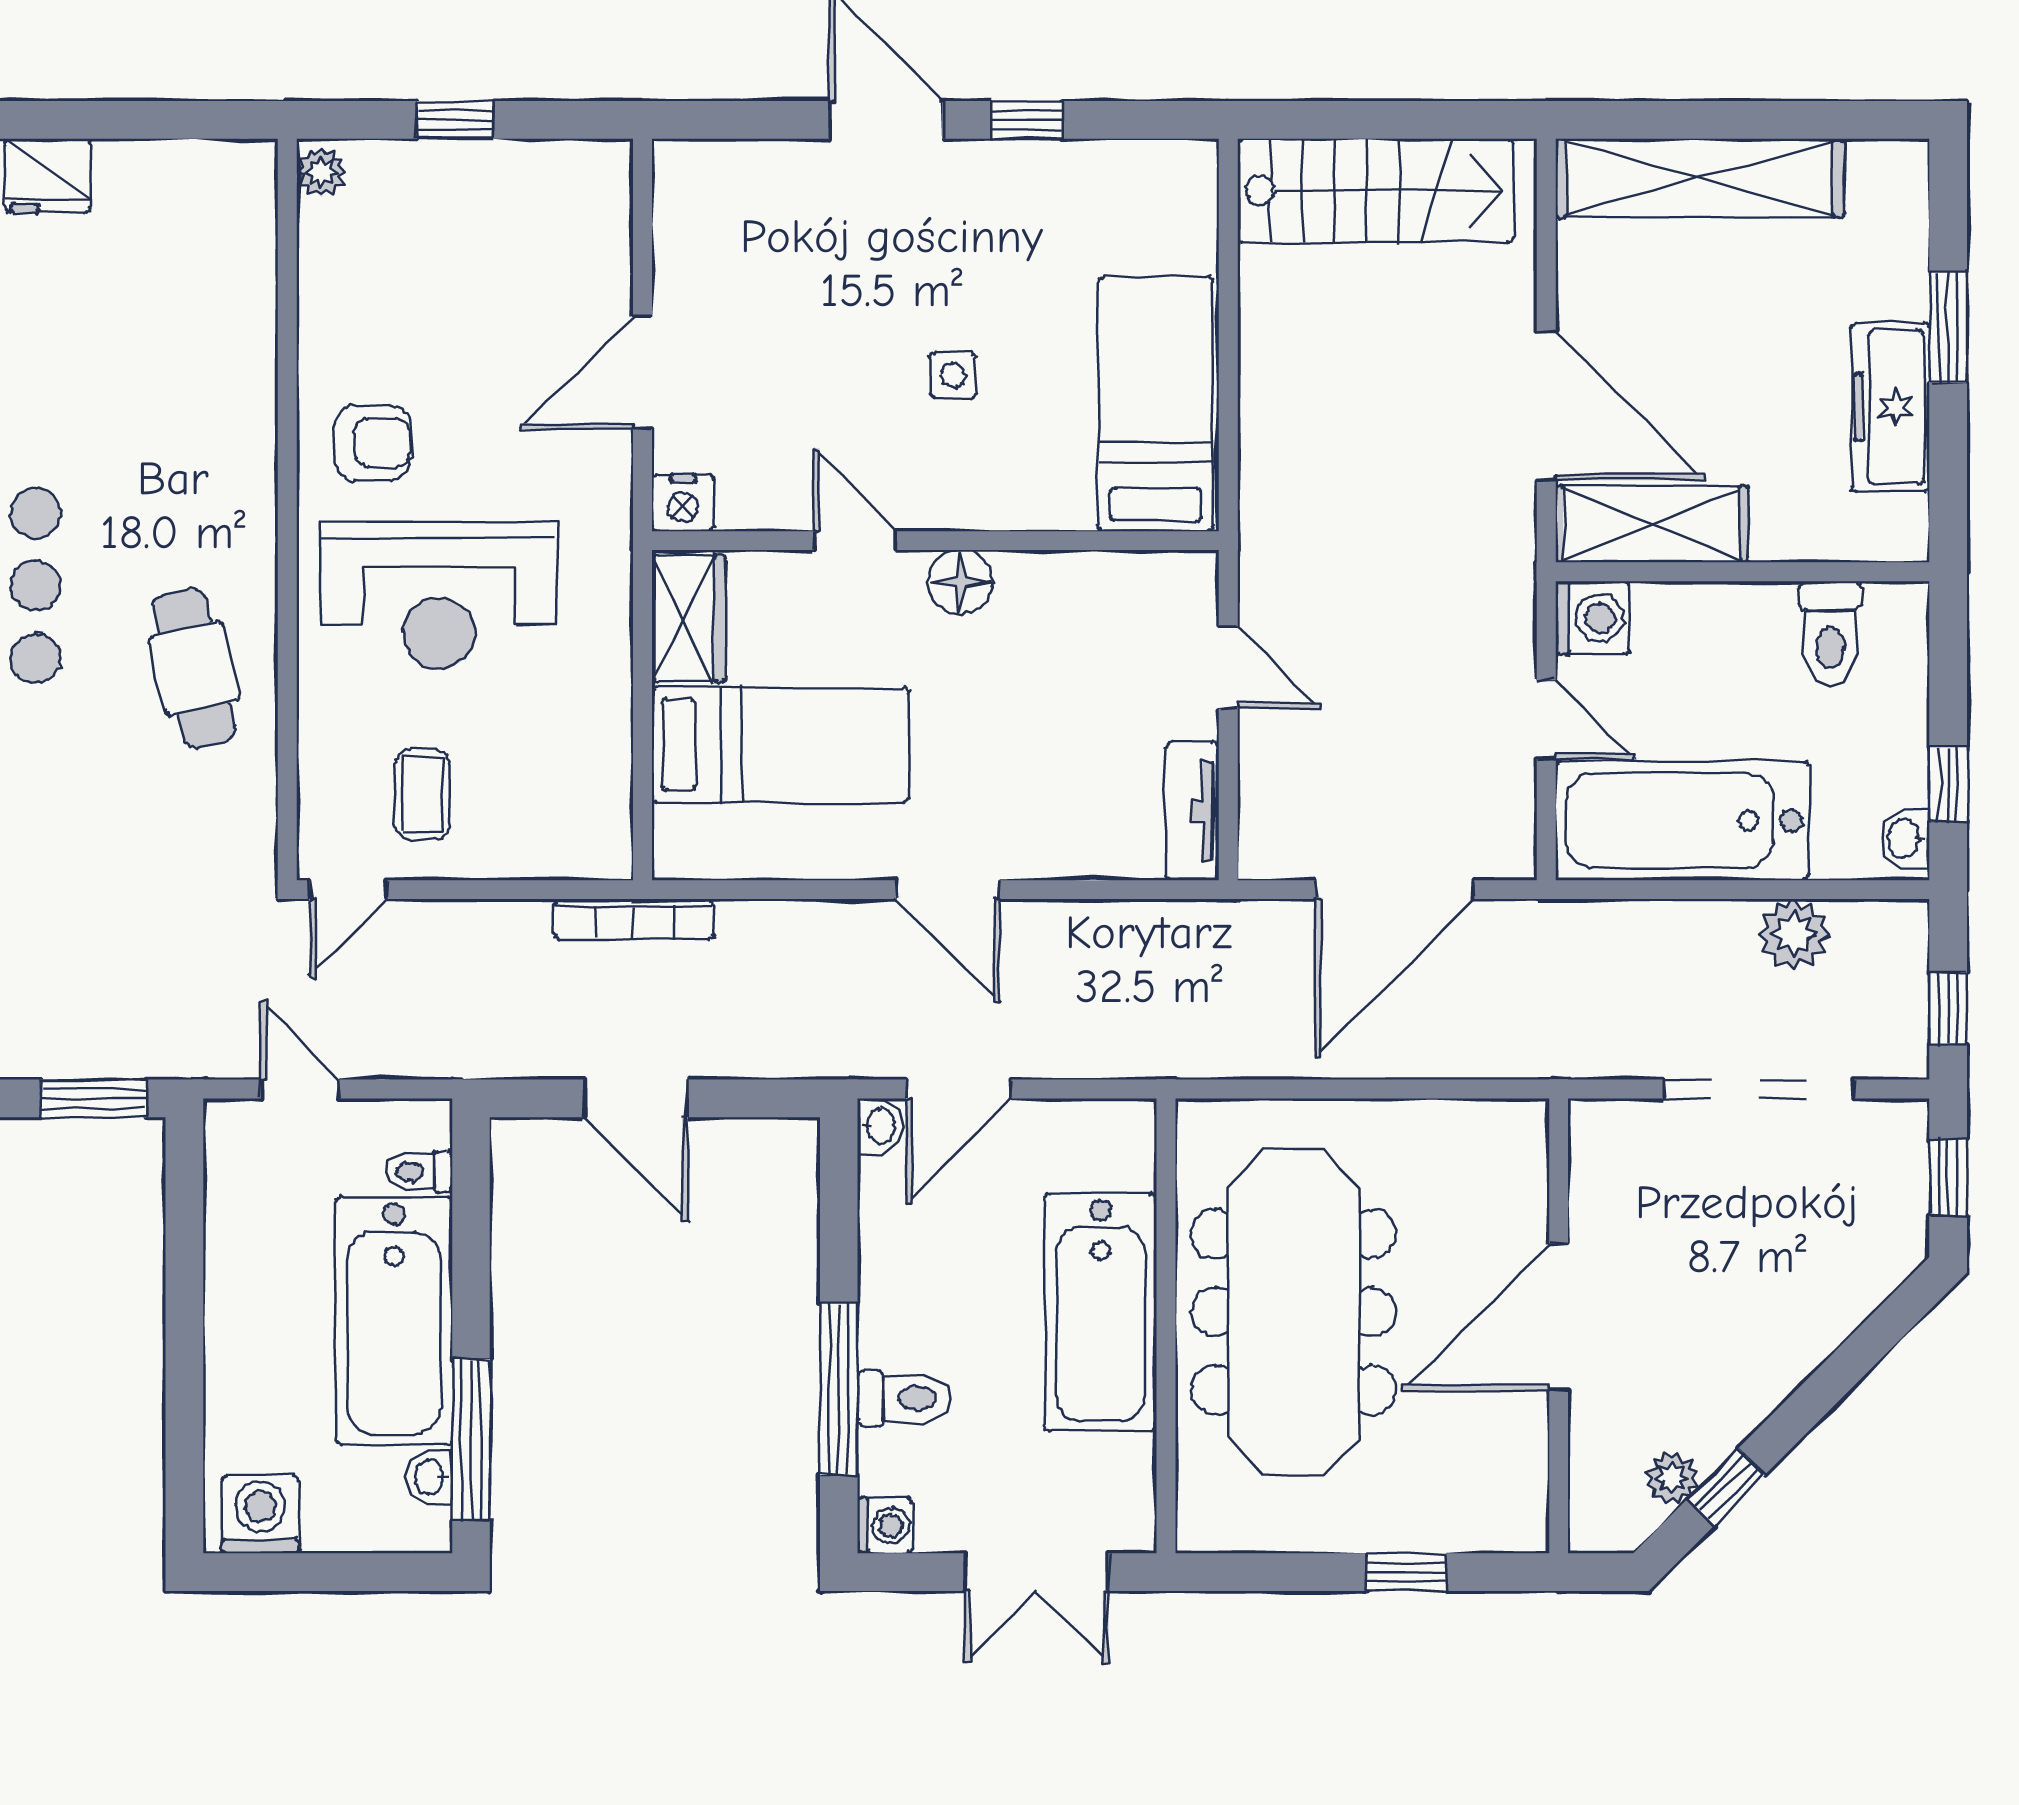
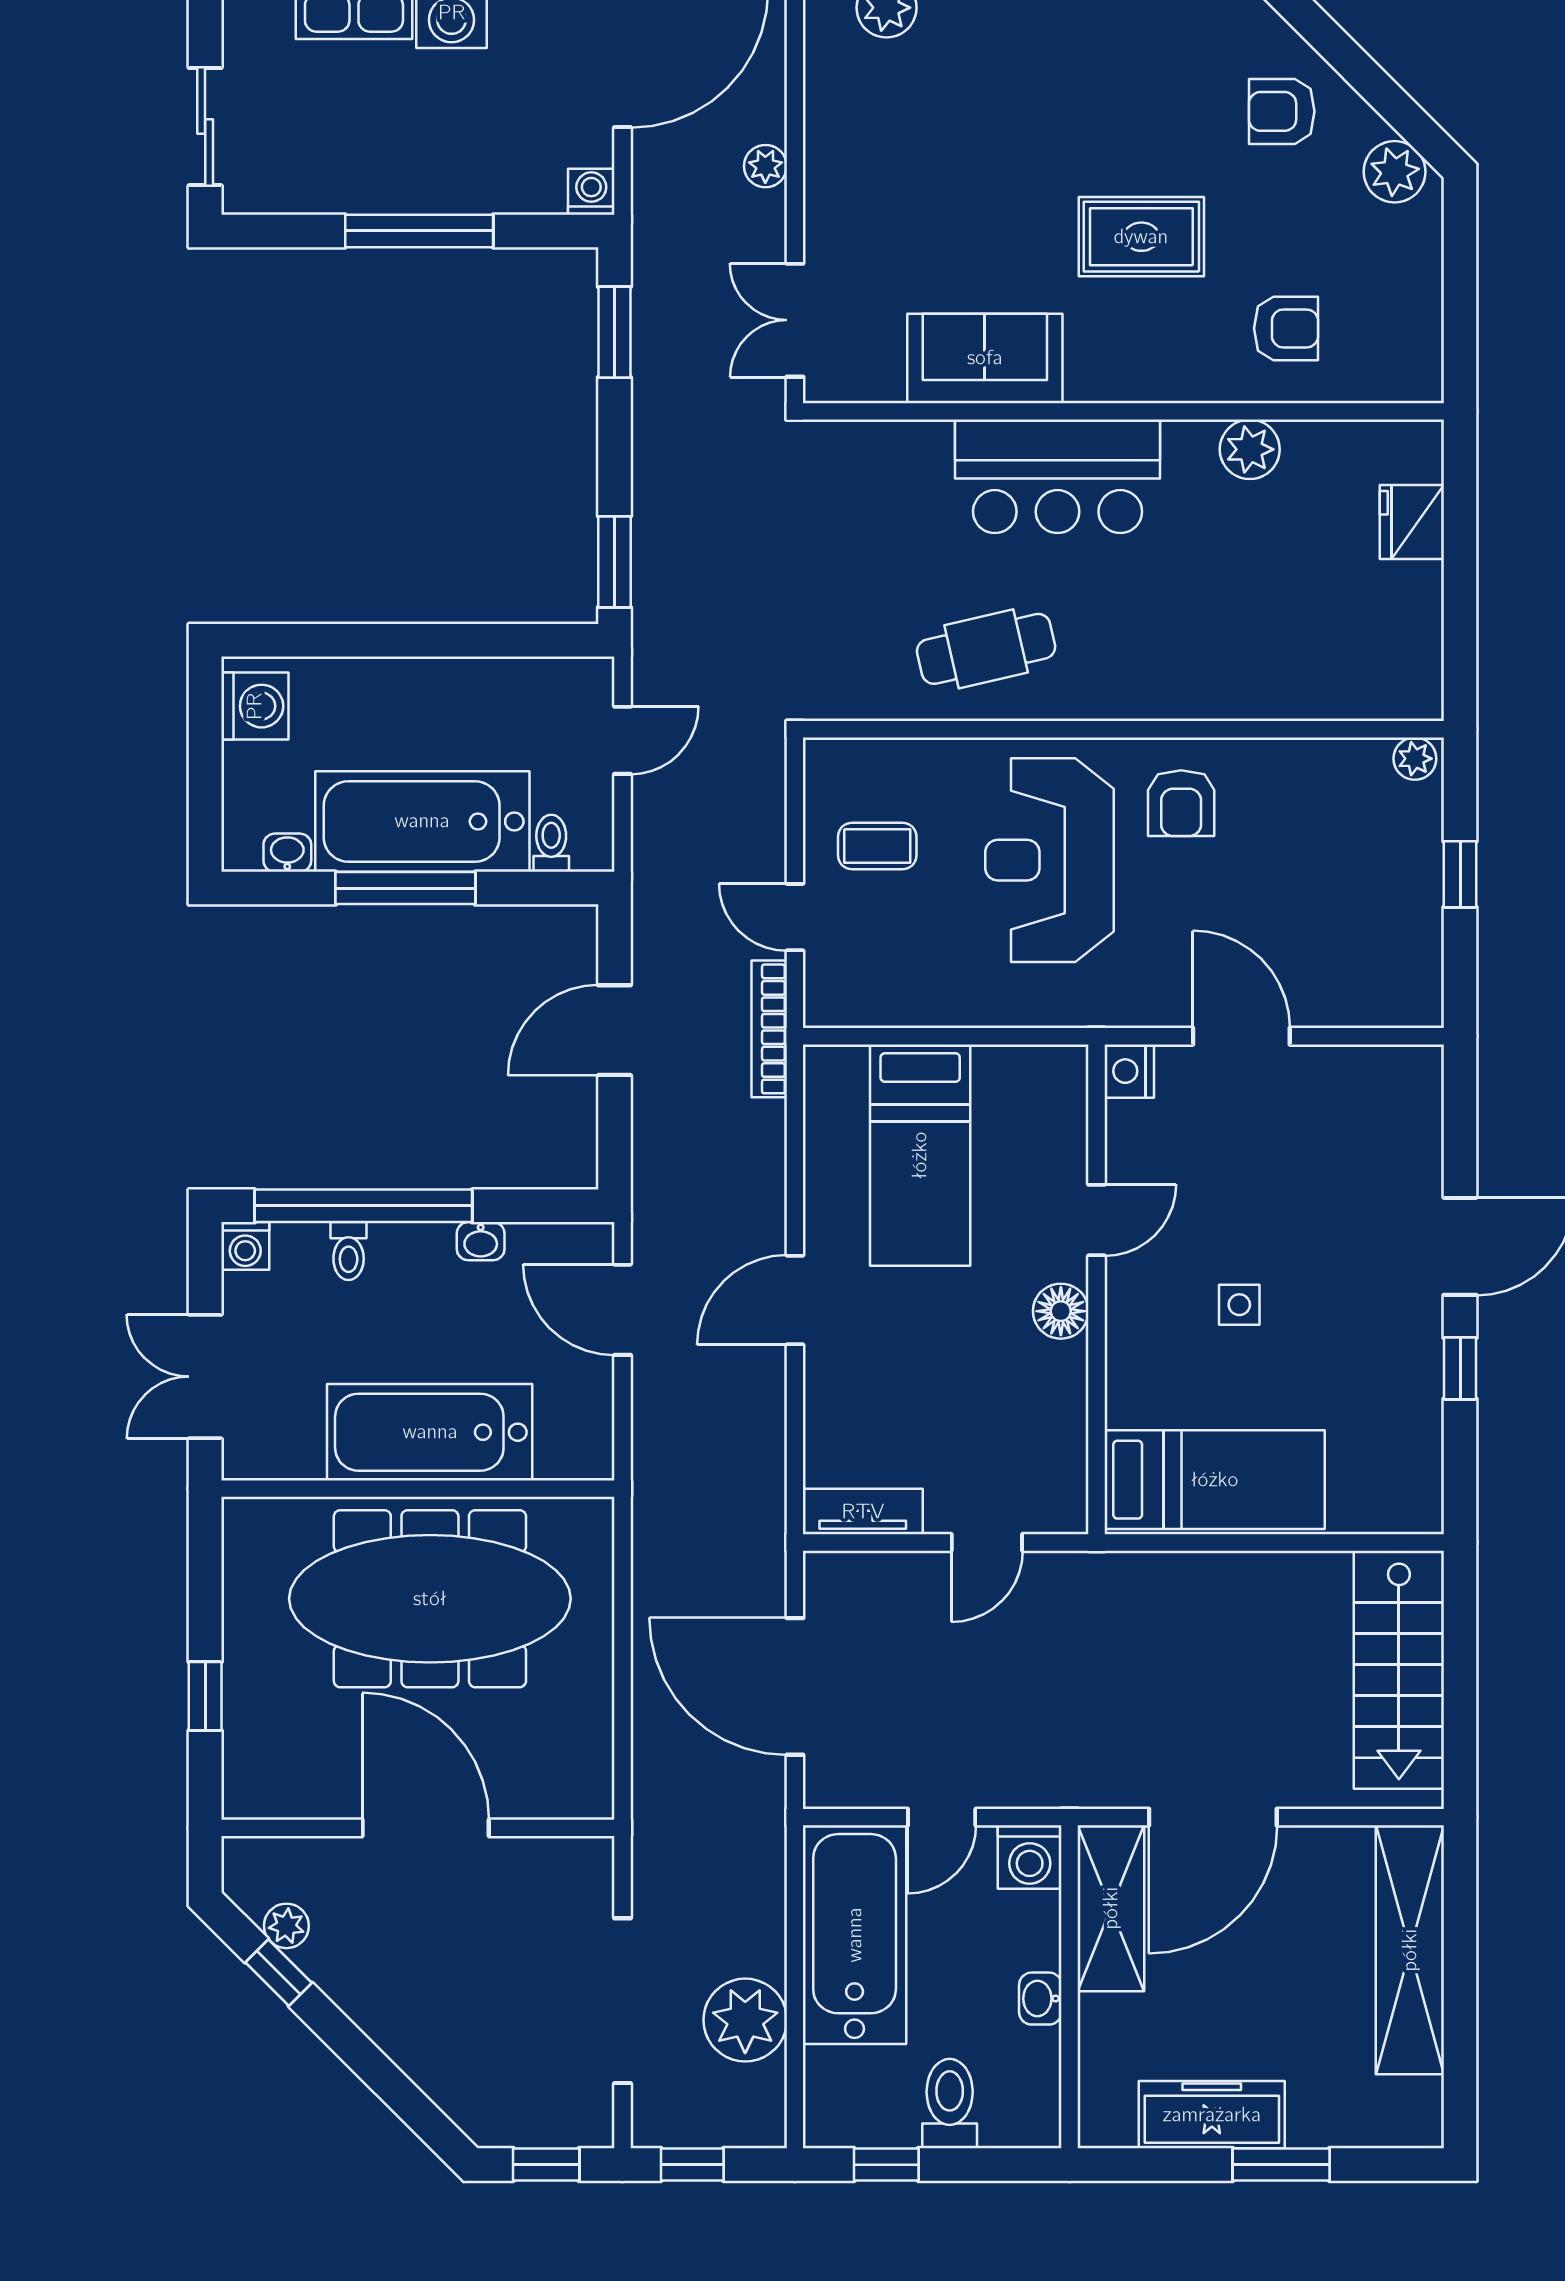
wardrobe: (689, 618) -> (1029, 1076), removed
toilet: (1830, 633) -> (950, 2104), moved, turned 90
washbasin: (1905, 838) -> (1040, 1999), moved, turned -90
door: (349, 890) -> (795, 917), moved
plant: (1794, 934) -> (745, 2020), width x1.36, depth x1.36
washbasin: (880, 1126) -> (481, 1241), moved
window: (839, 1389) -> (363, 1206), width x1.46
toilet: (904, 1398) -> (349, 1251), width x0.73, depth x0.72
window: (471, 1440) -> (405, 888), moved

